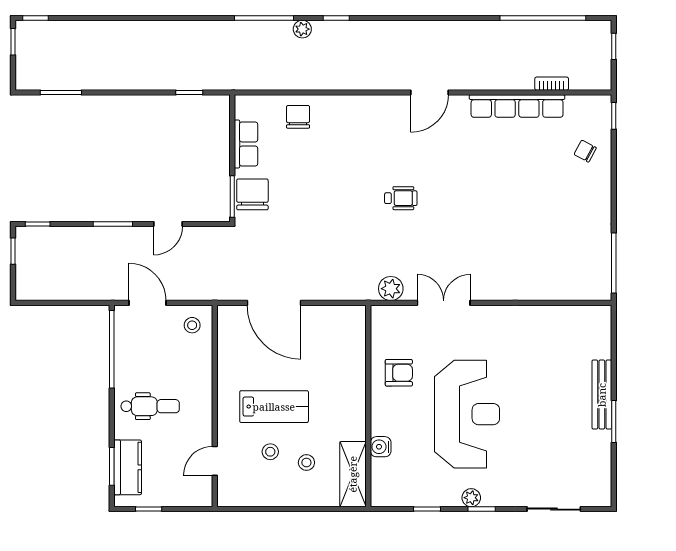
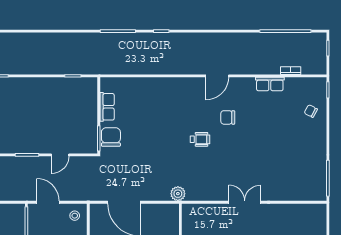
plant: (302, 29) -> (141, 38), removed
row of seats: (517, 106) -> (270, 84), width x0.50
chair: (298, 117) -> (228, 117), moved, turned -90
plant: (391, 289) -> (178, 194), moved
double door: (444, 303) -> (245, 202), moved

